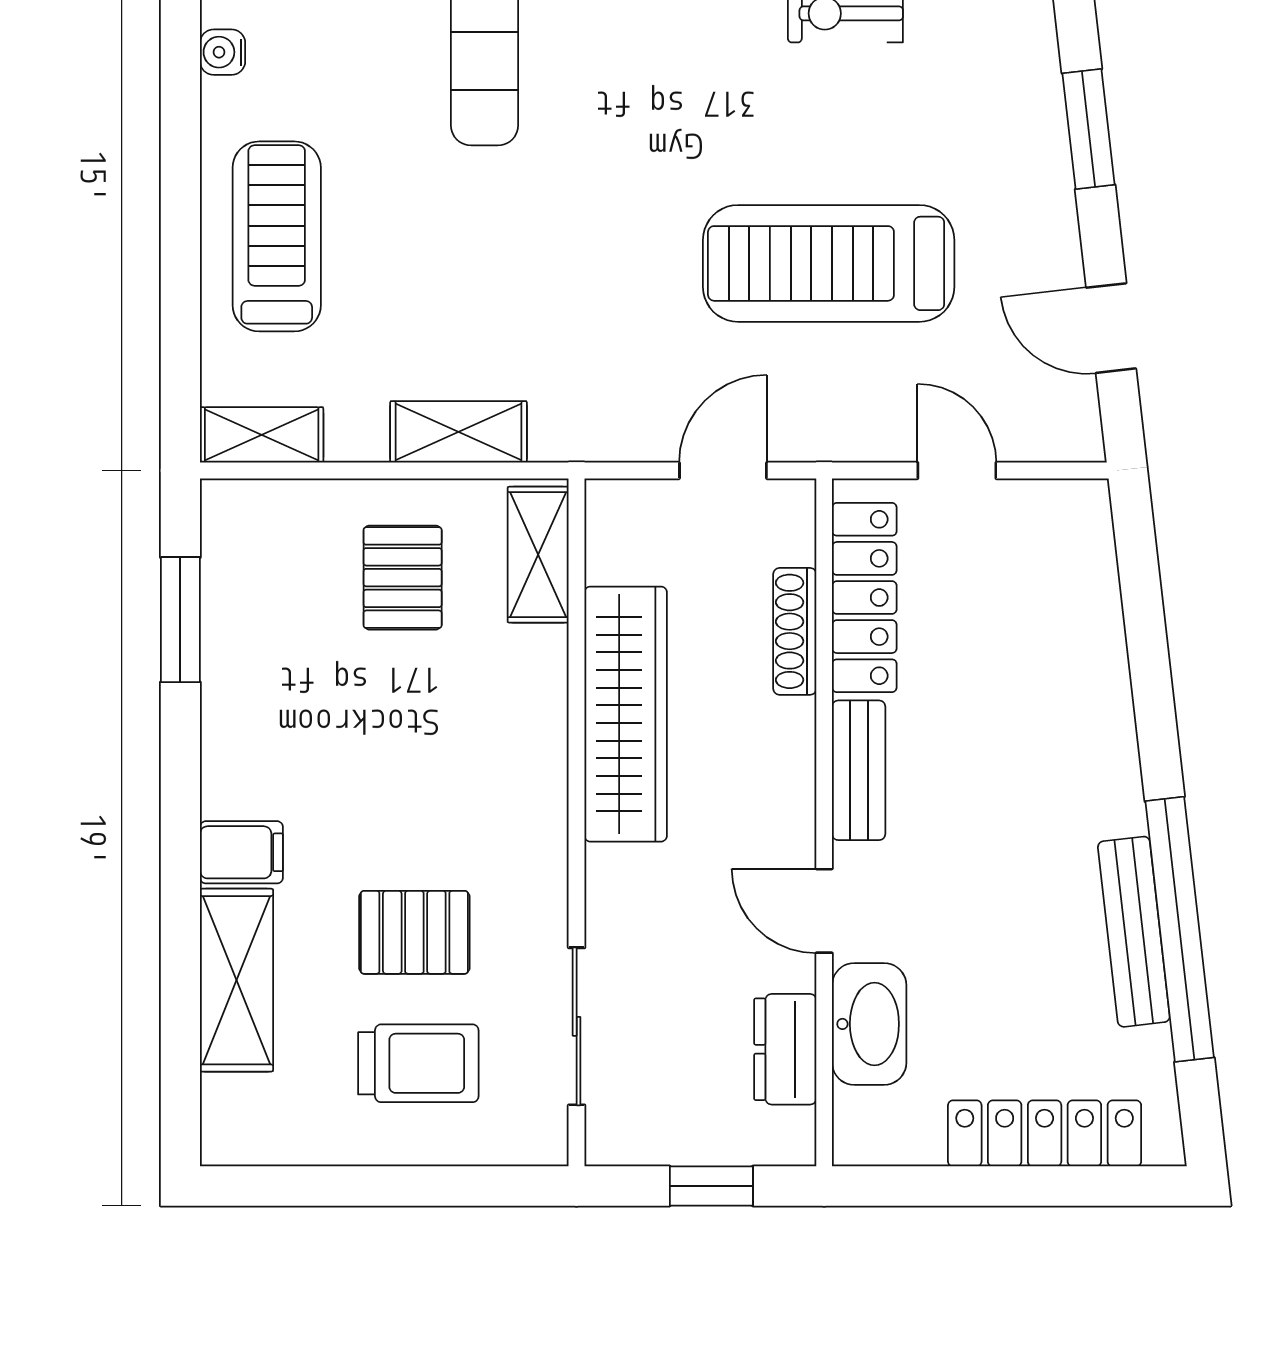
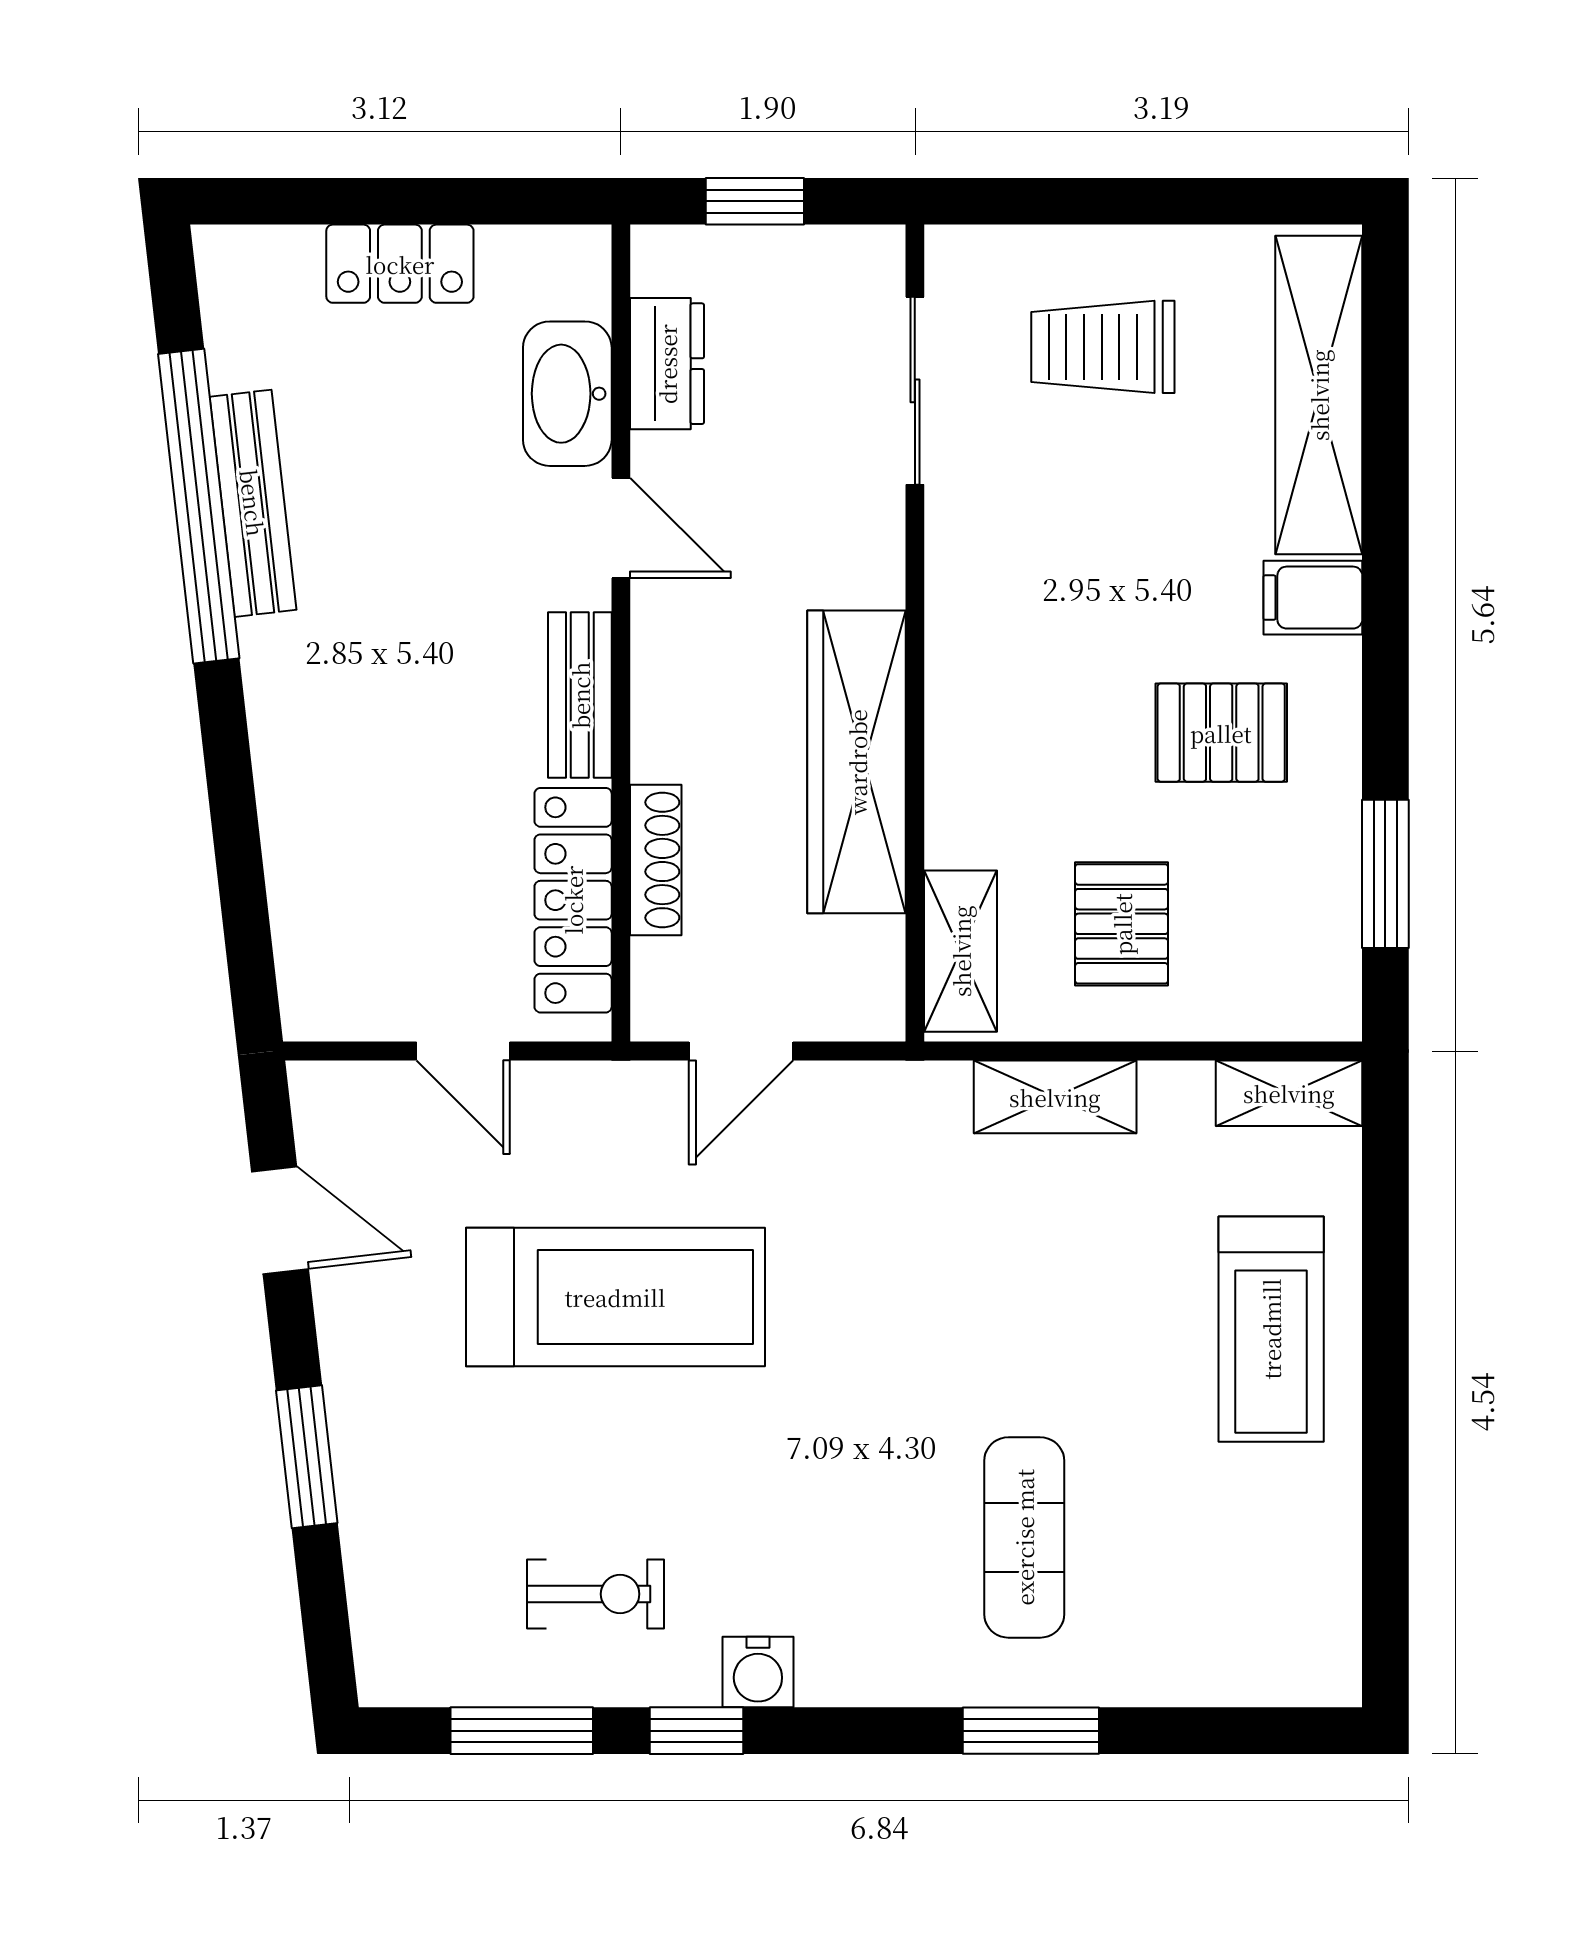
water cooler: (223, 52) -> (1335, 1548), removed
pallet: (414, 932) -> (1221, 733), moved
shelving: (237, 980) -> (1319, 395), width x1.47
locker: (1045, 1133) -> (400, 264), width x0.66

